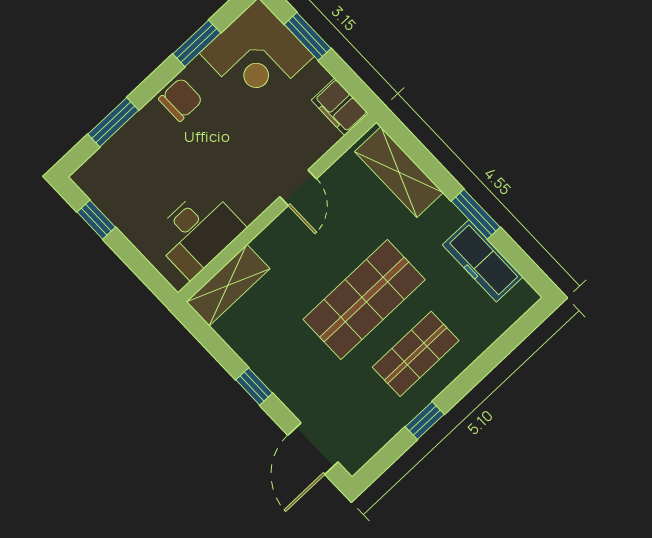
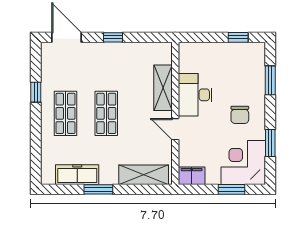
chair: (181, 100) -> (240, 115), moved
desk: (198, 232) -> (195, 95), moved
shelving: (228, 285) -> (163, 88), moved
shop shelf: (364, 300) -> (106, 113), width x0.70, depth x0.74

